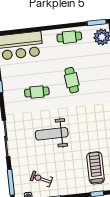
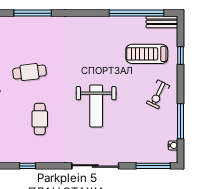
exercise bike: (41, 179) -> (158, 94), moved

